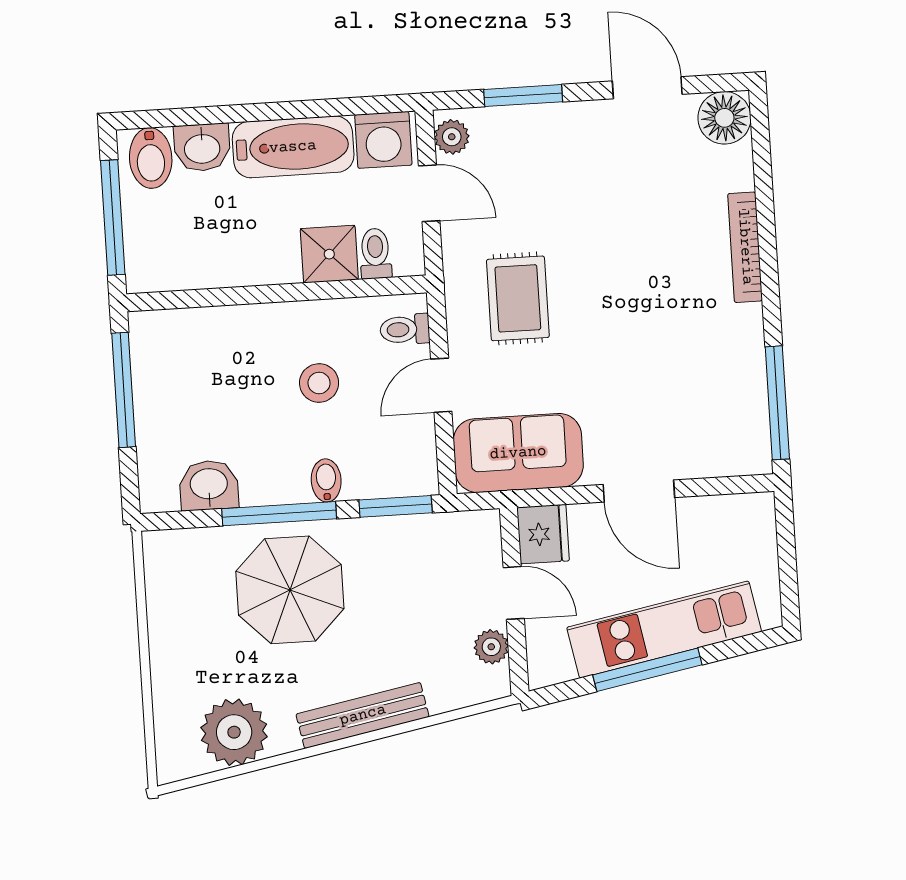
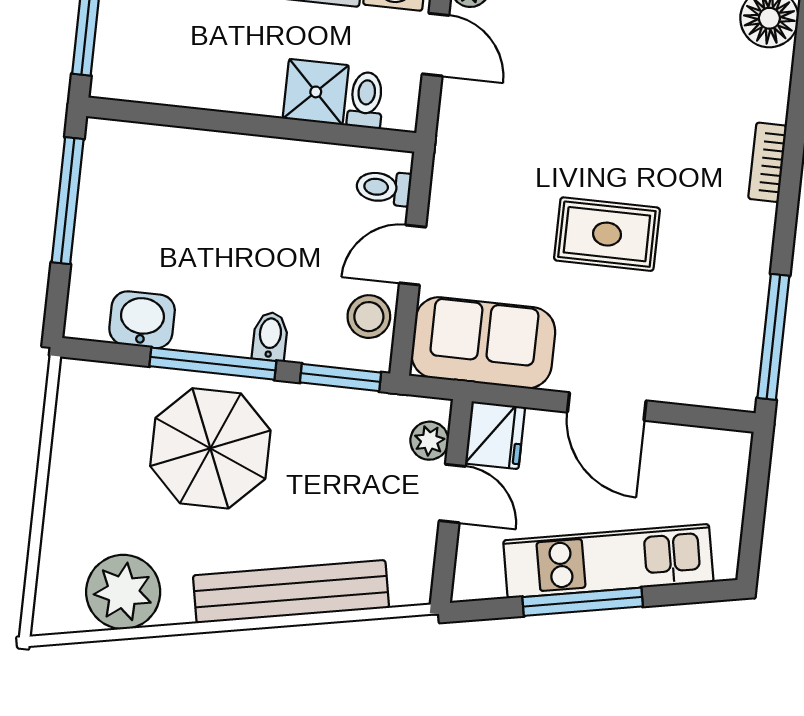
bookcase: (745, 247) -> (767, 162), width x0.64
rug: (518, 298) -> (607, 234), moved, turned 90
stool: (319, 383) -> (369, 317), moved
plant: (491, 647) -> (429, 441), moved
bench: (363, 715) -> (291, 592), width x1.37, depth x1.21

